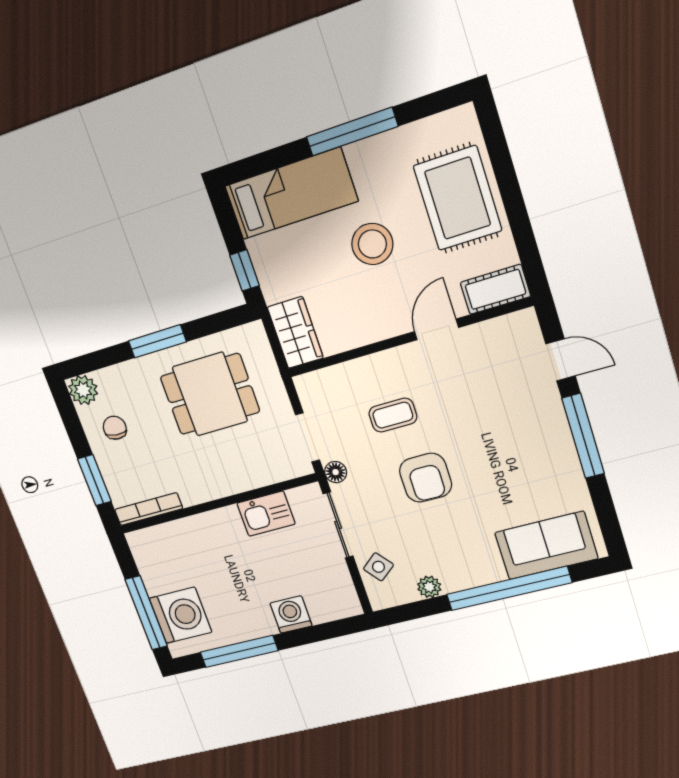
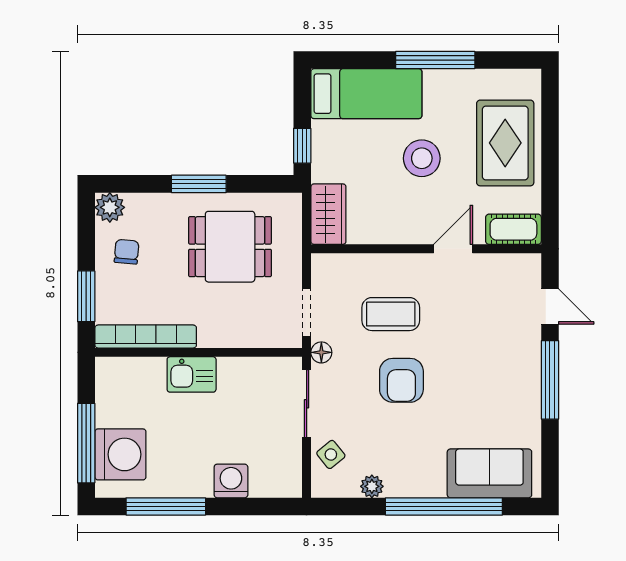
coffee table: (393, 415) -> (391, 314), width x1.36, depth x1.30
bookcase: (149, 509) -> (146, 337), width x1.48, depth x1.31
kitchen sink: (266, 514) -> (192, 374), moved

